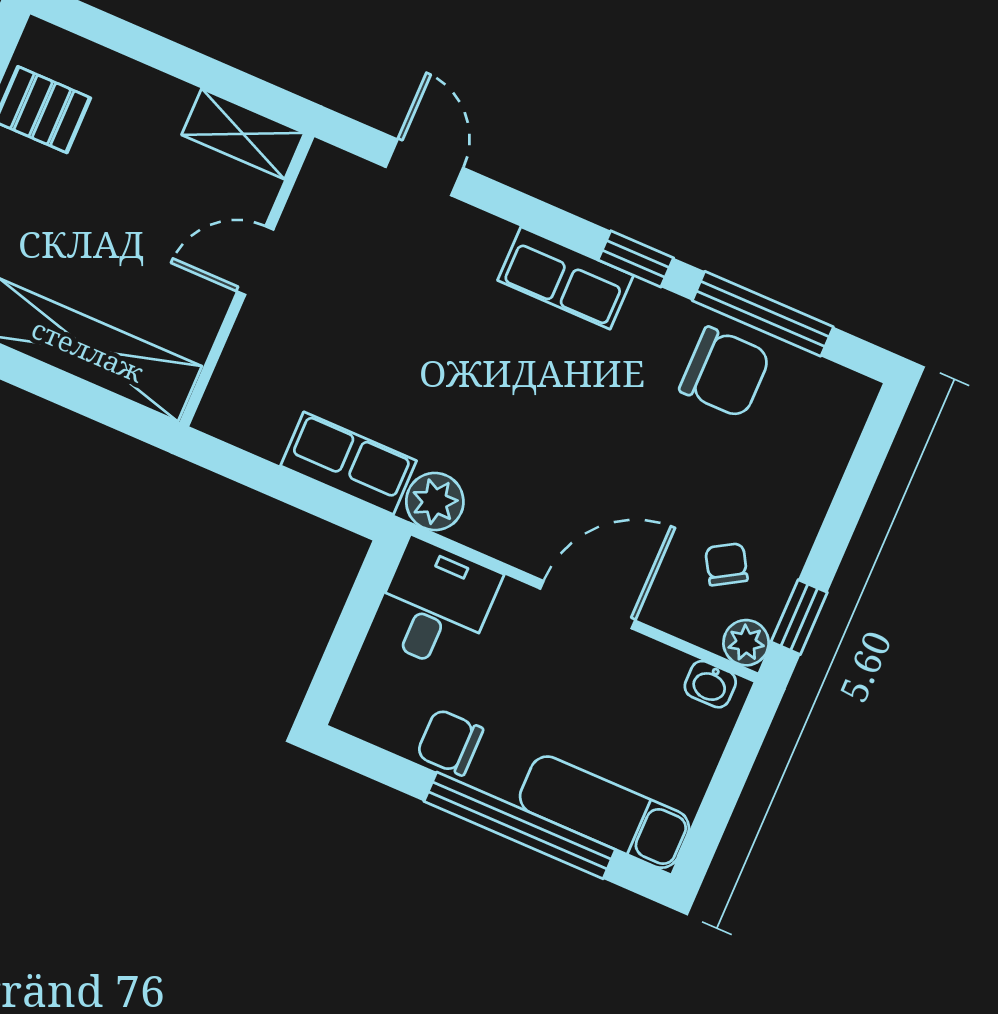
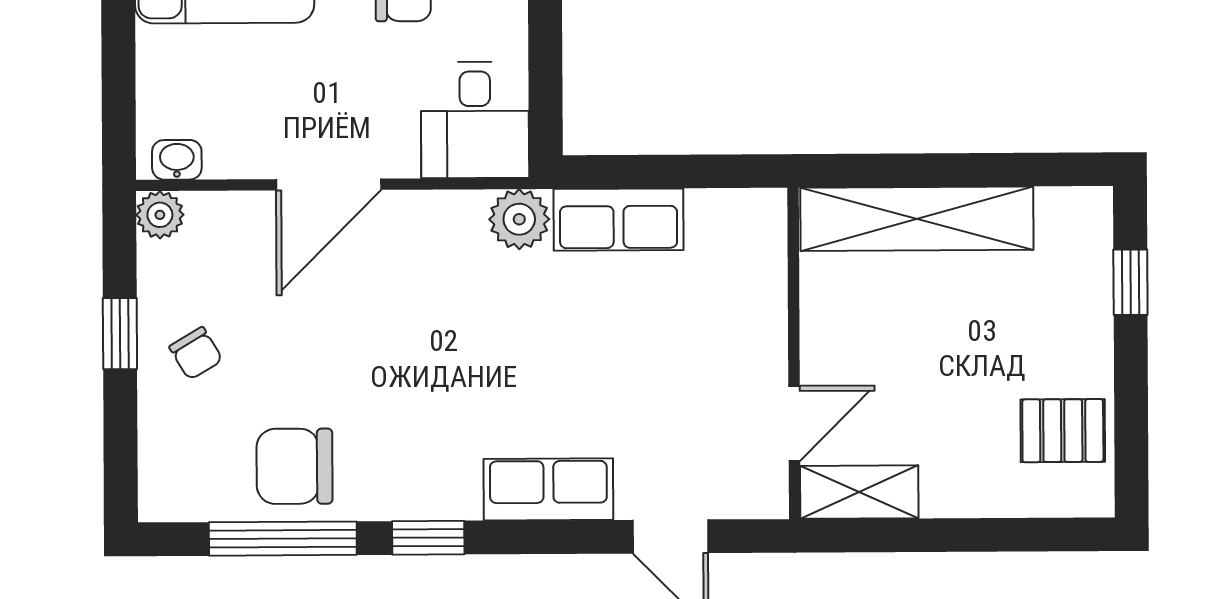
door: (255, 260) -> (794, 423), moved
row of seats: (566, 278) -> (548, 489), moved
chair: (726, 564) -> (196, 353), moved
window: (799, 617) -> (120, 334), moved

